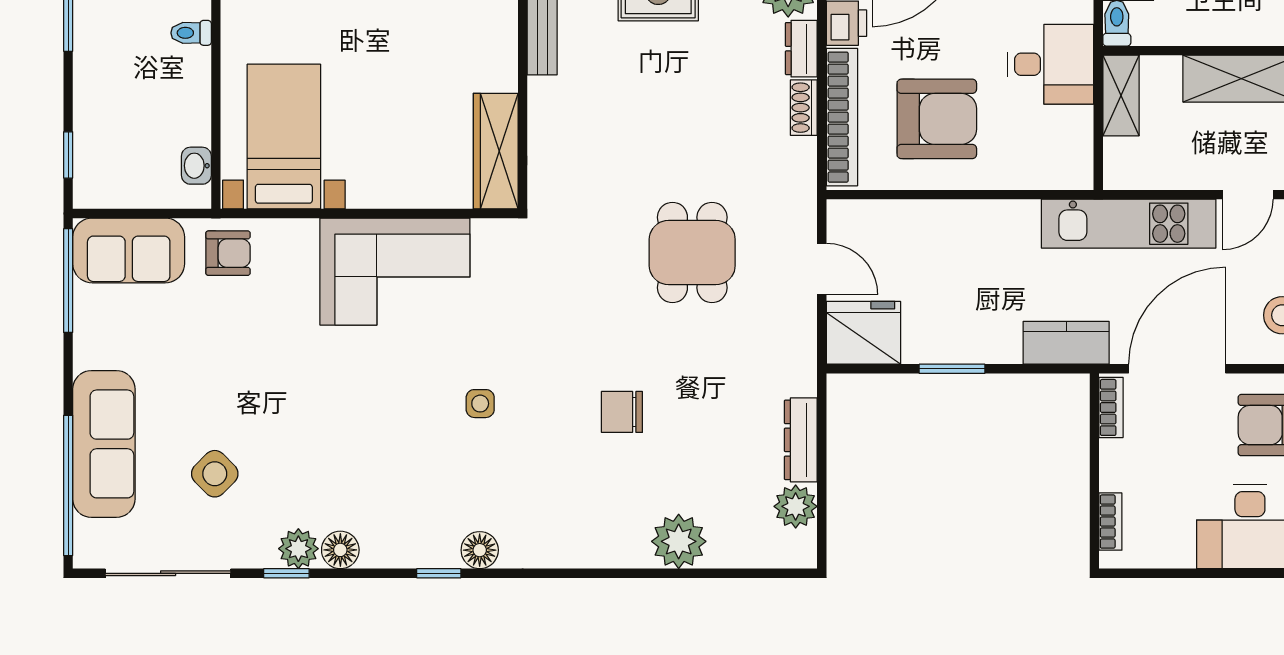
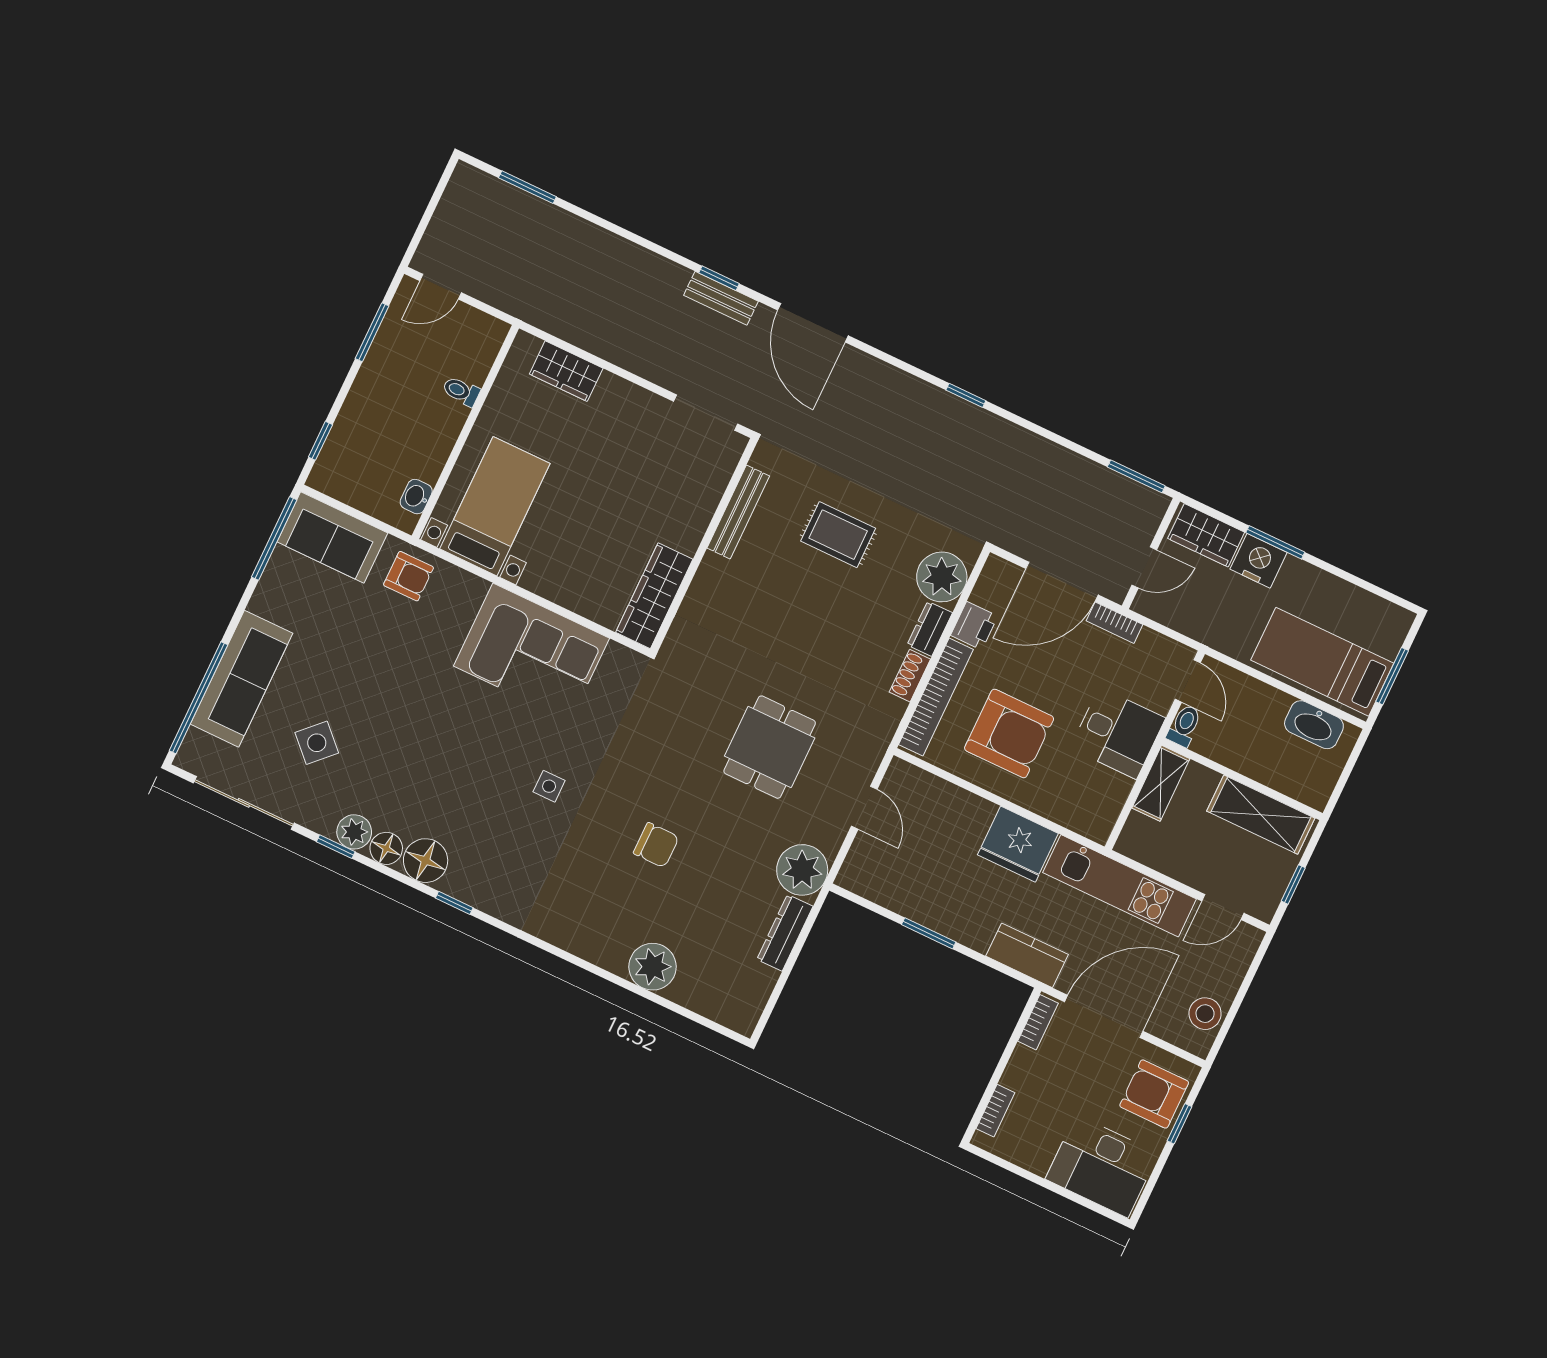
fridge: (863, 333) -> (1018, 844), moved, turned 180
chair: (622, 412) -> (656, 845), turned 180
plant: (796, 506) -> (802, 870), moved, width x1.36, depth x1.36
floor lamp: (480, 550) -> (426, 861), moved, width x1.38, depth x1.38

